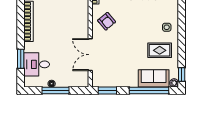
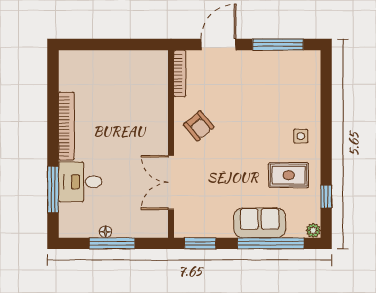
window: (21, 59) -> (53, 190), width x1.44
desk: (37, 64) -> (80, 182), moved
window: (182, 74) -> (326, 197), moved
sofa: (154, 78) -> (260, 223), moved

